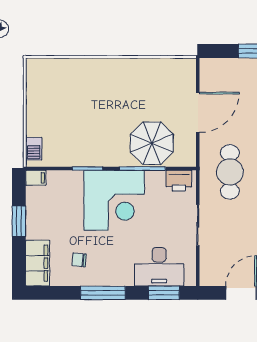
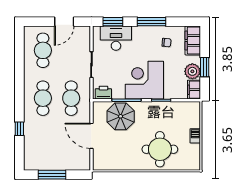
round table: (90, 91) -> (160, 149), added
door: (198, 112) -> (91, 136), hinge flipped
barbecue: (34, 149) -> (195, 136), moved
filing cabinet: (36, 178) -> (194, 90), width x2.00
plant: (38, 214) -> (192, 71), added

